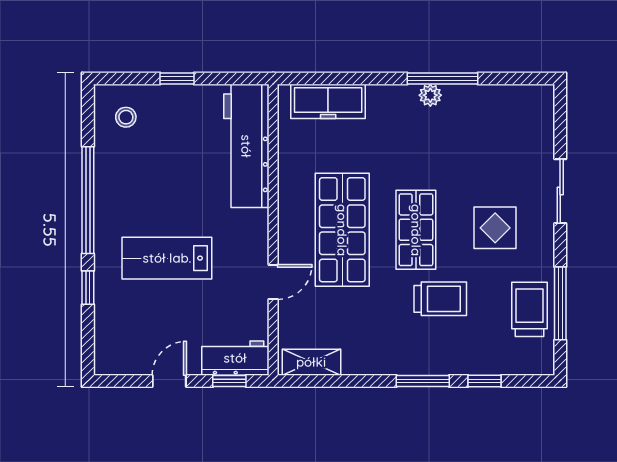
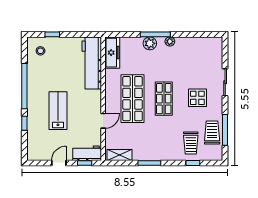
window: (177, 78) -> (52, 34), moved
window: (442, 78) -> (155, 34), moved
plant: (383, 100) -> (150, 43), added
freezer: (328, 101) -> (112, 53), moved, turned -90
lab bench: (167, 258) -> (58, 111), turned 90
trolley: (440, 299) -> (191, 143), moved, turned 90
window: (423, 381) -> (149, 163), moved

